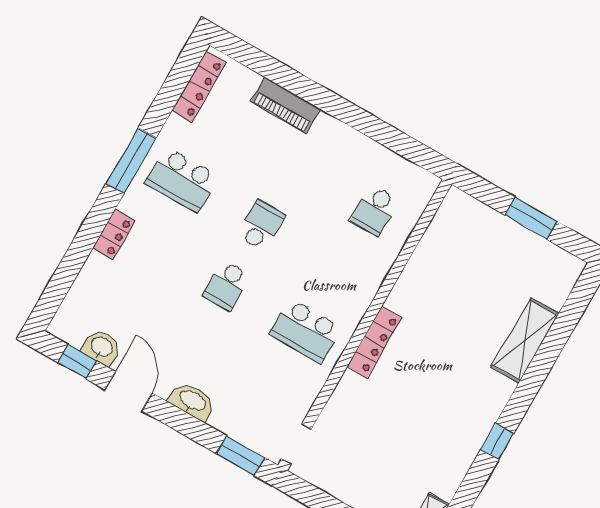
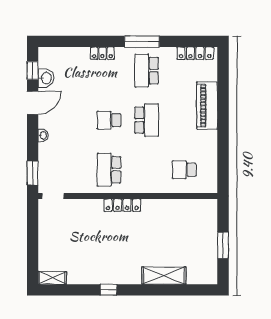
piano: (286, 105) -> (207, 106), width x1.37, depth x1.33
school desk: (261, 225) -> (147, 120), width x1.85
washbasin: (192, 401) -> (43, 135), width x0.52, depth x0.69

